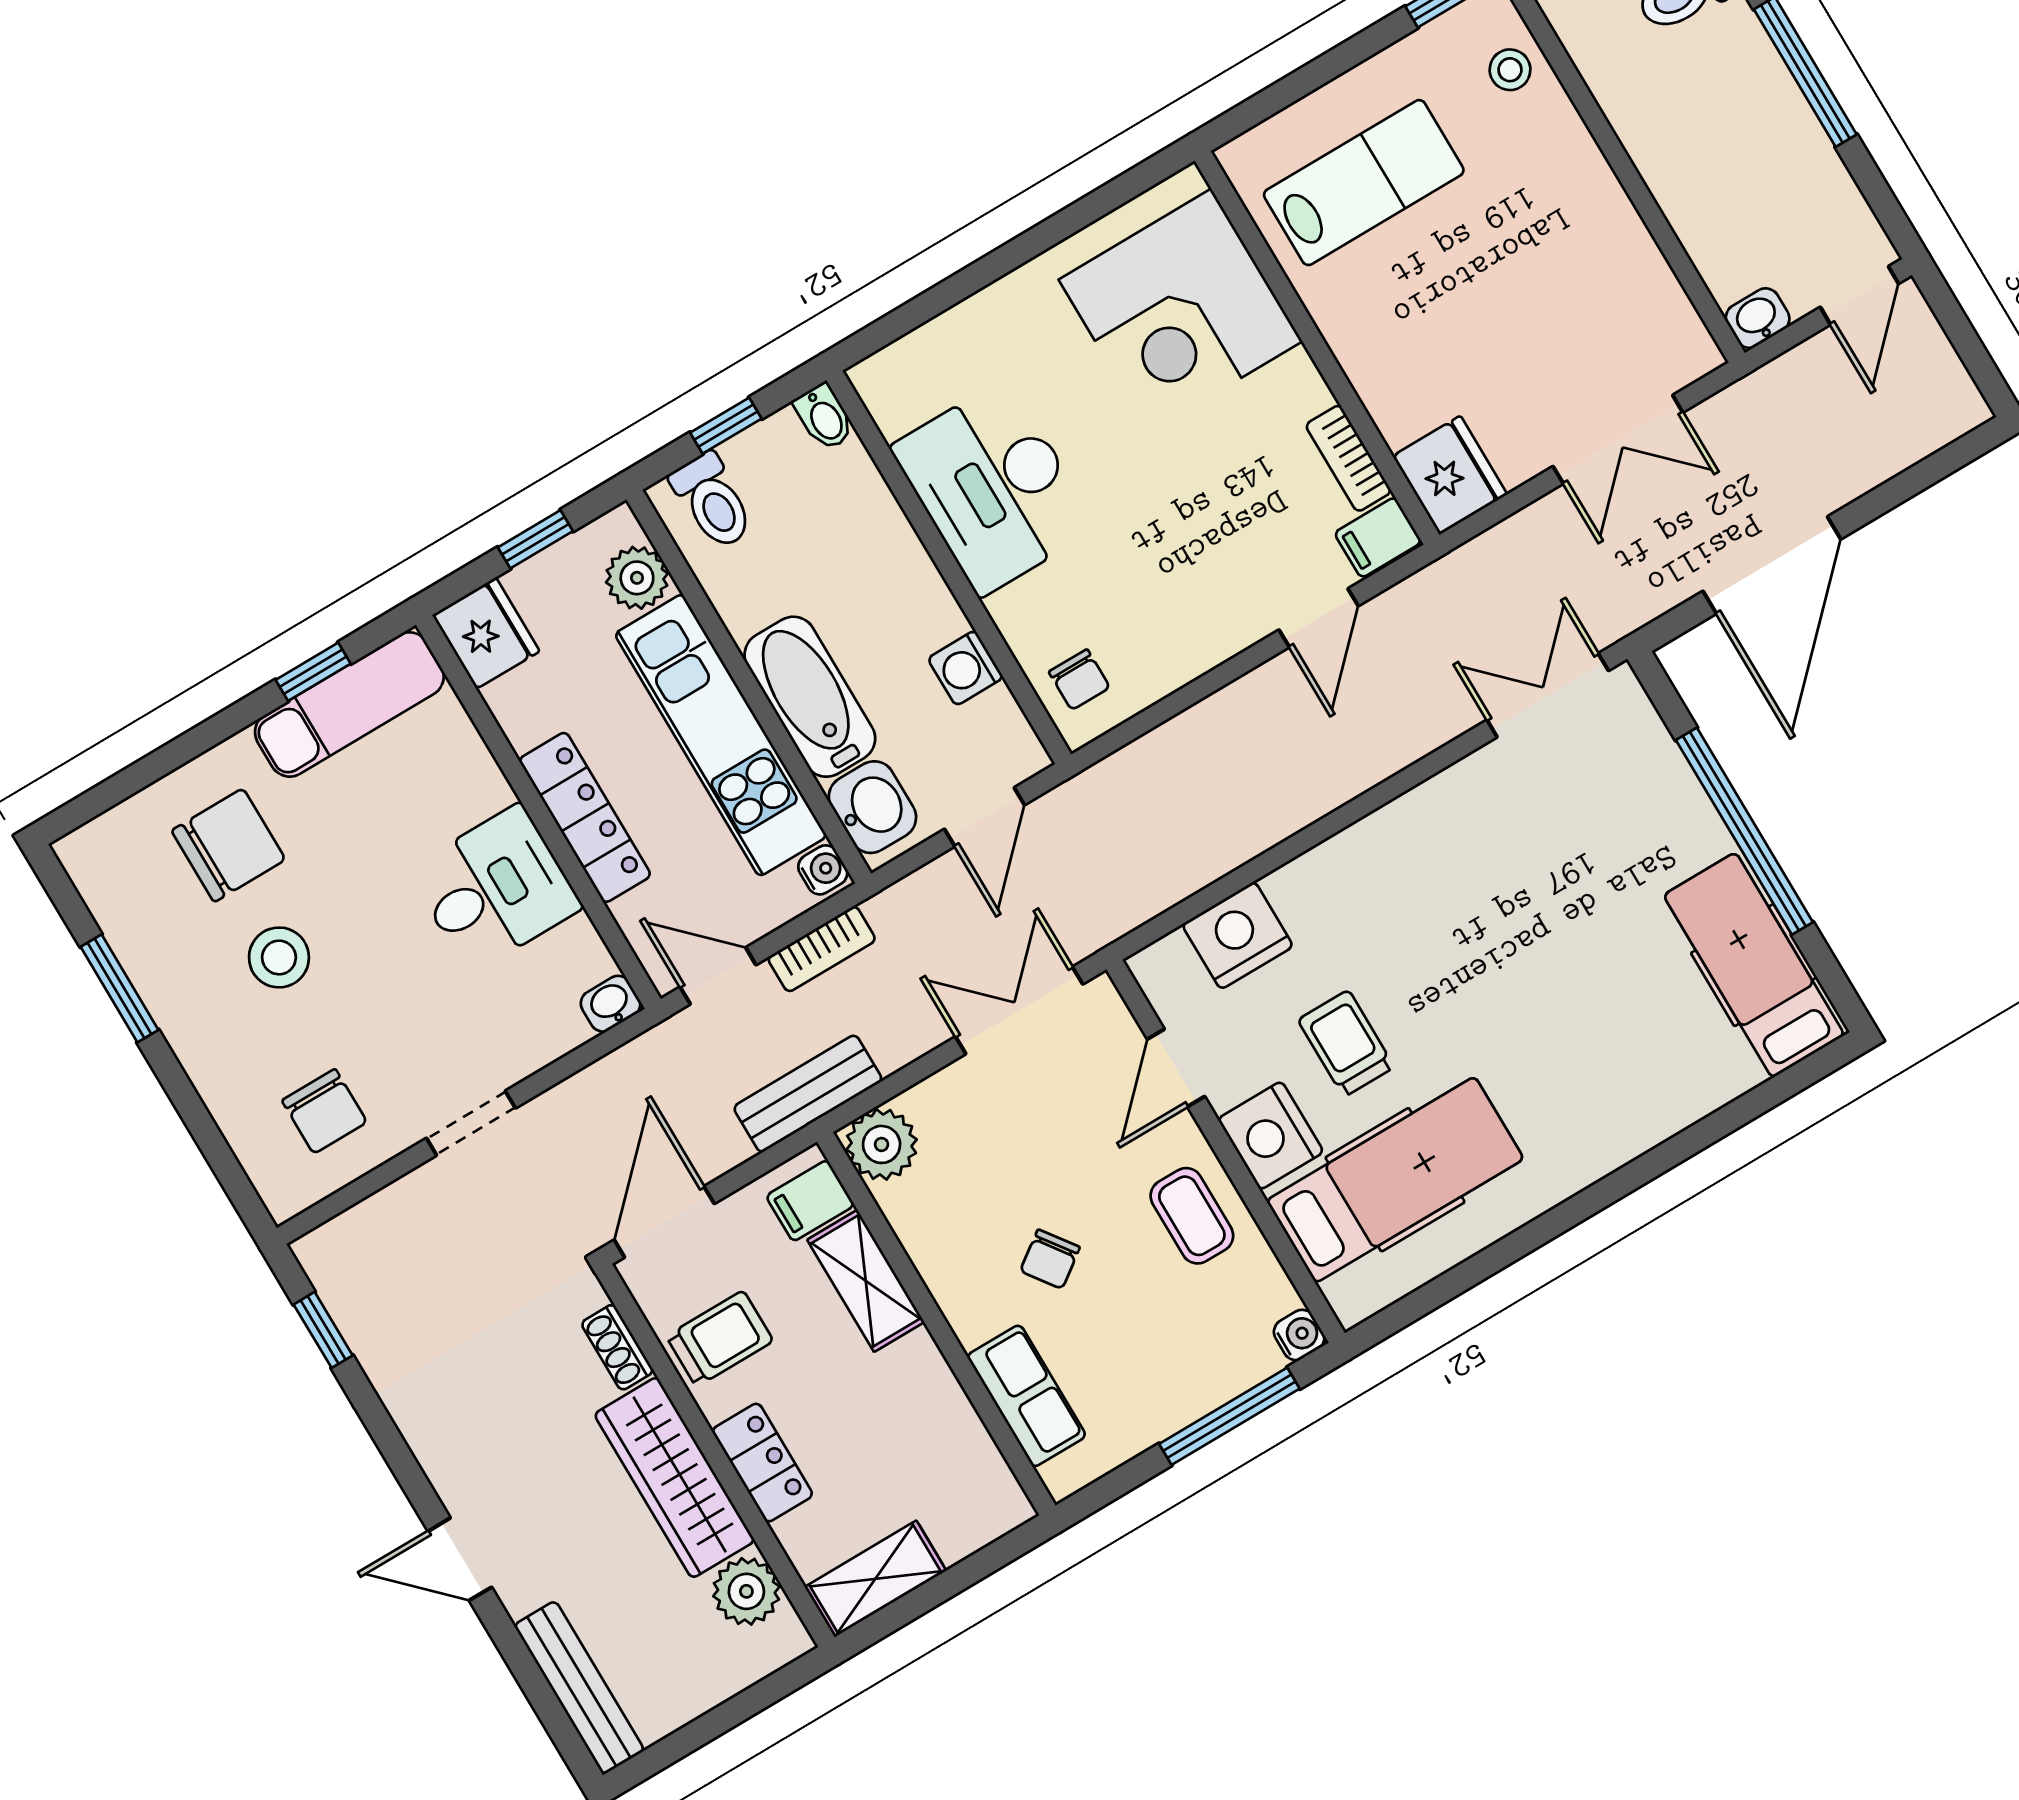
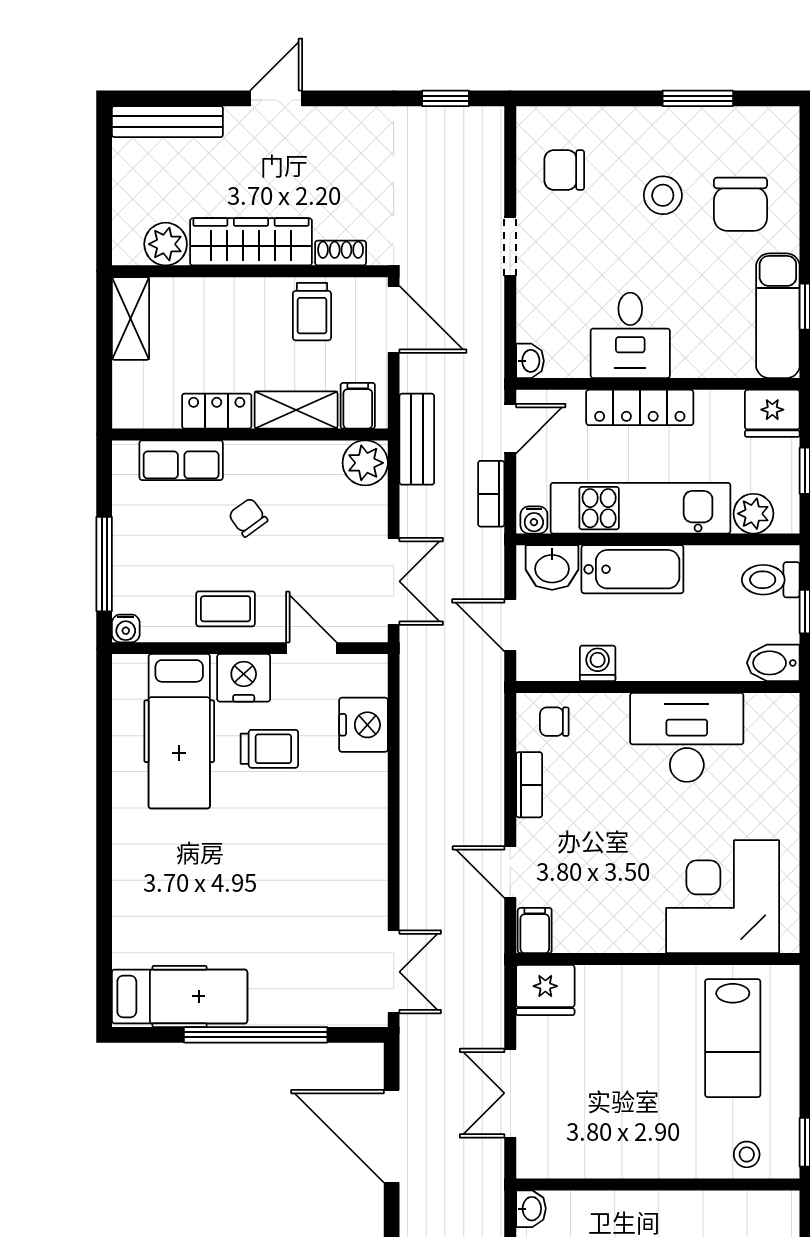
bidet: (824, 417) -> (773, 663), width x1.38, depth x1.36
bookcase: (1348, 458) -> (529, 785), moved, turned 90
locker: (762, 1463) -> (217, 411), moved, turned 180

